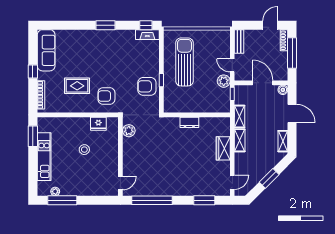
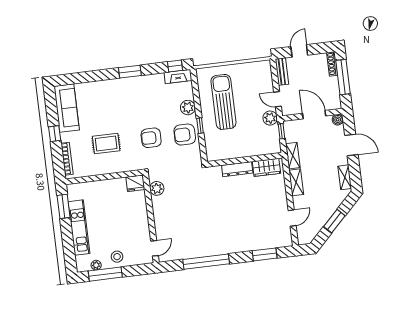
door: (270, 25) -> (299, 51), moved
plant: (153, 63) -> (188, 108), added
armchair: (106, 96) -> (151, 138), moved
dresser: (189, 122) -> (237, 169), width x1.44
plant: (129, 131) -> (157, 188), moved
wardrobe: (223, 148) -> (266, 167), moved, turned -90
stool: (84, 150) -> (117, 257), moved
wall: (120, 156) -> (151, 219), moved
door: (232, 182) -> (292, 218), moved
door: (120, 183) -> (155, 248), moved

